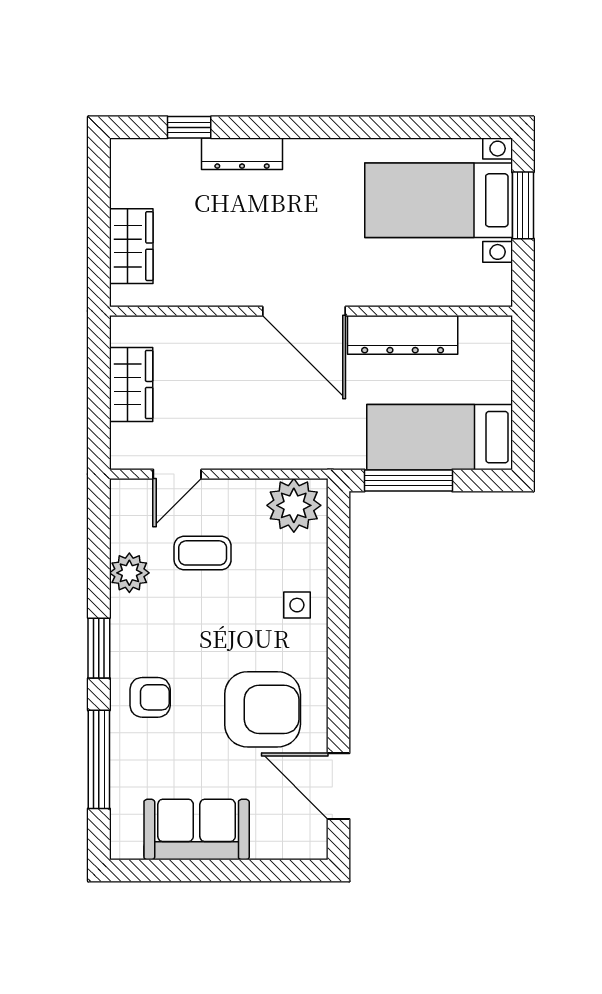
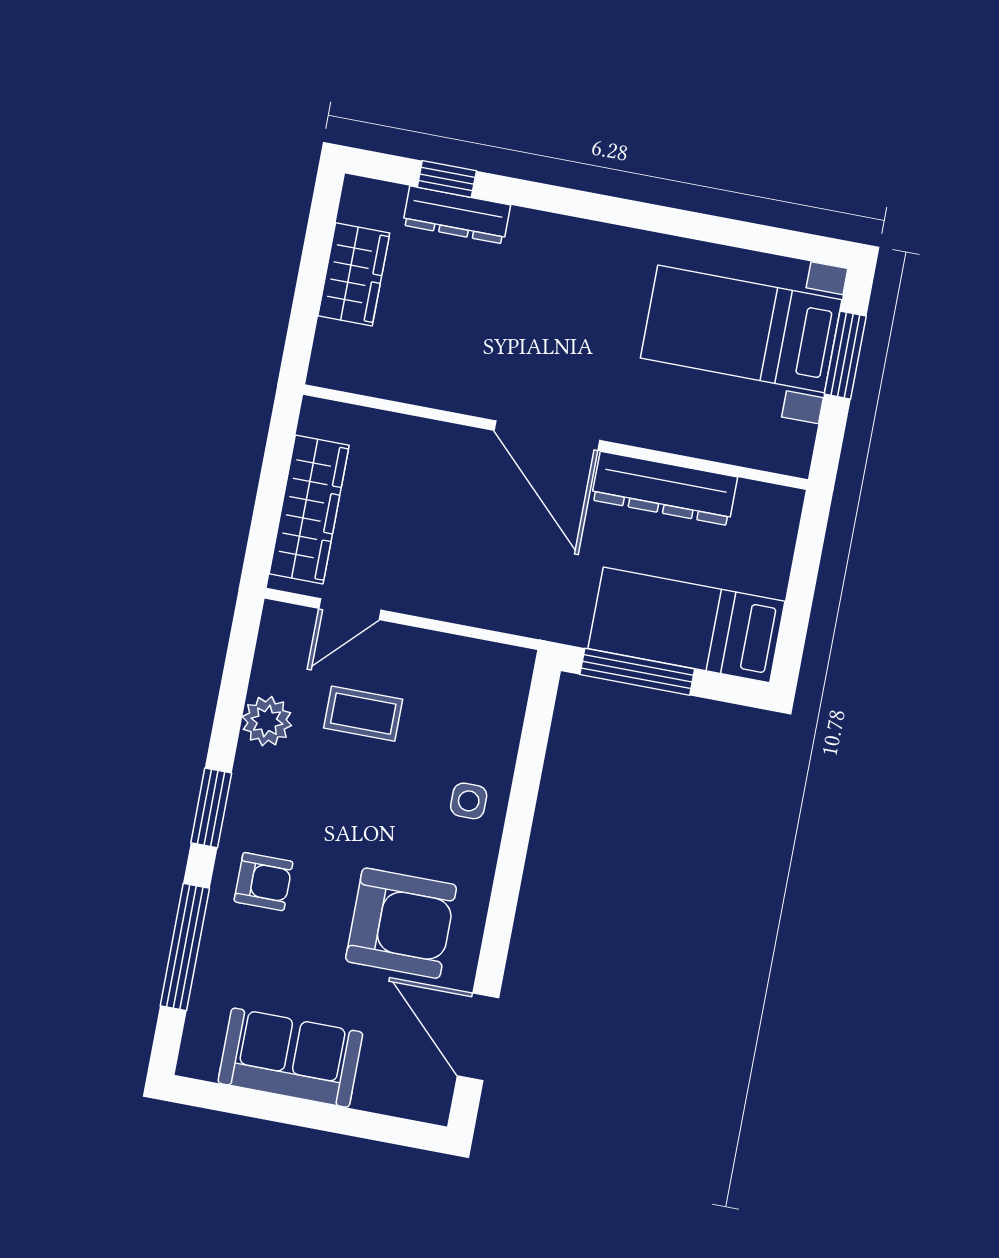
dresser: (242, 154) -> (457, 215), moved
wardrobe: (131, 246) -> (354, 274), moved
wardrobe: (131, 384) -> (309, 510), width x1.50
plant: (294, 505) -> (488, 676), removed

